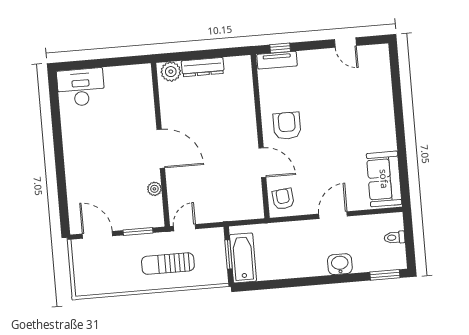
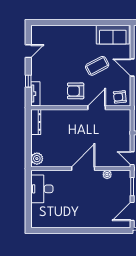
window: (280, 48) -> (28, 81), moved
dresser: (203, 67) -> (36, 122), moved
desk: (81, 87) -> (42, 189), moved
coffee table: (331, 158) -> (97, 66), added

